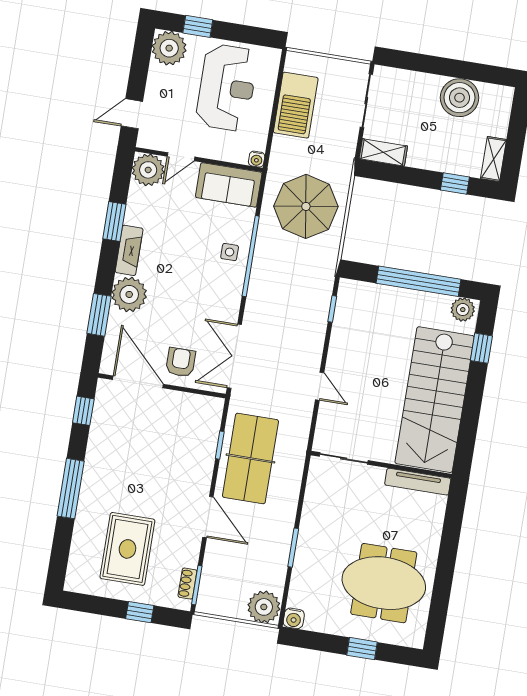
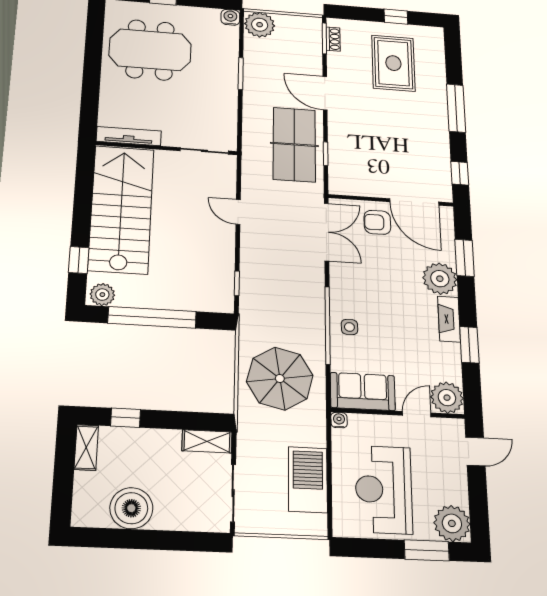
window: (198, 26) -> (427, 550), width x1.50
armchair: (181, 362) -> (377, 222), turned 90
window: (140, 612) -> (396, 17), moved

